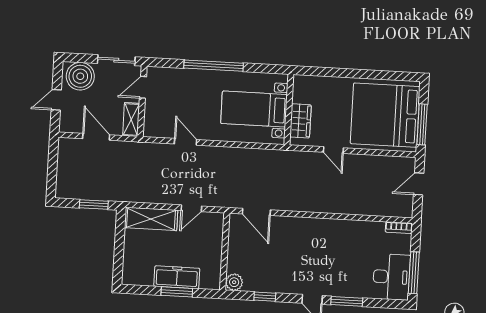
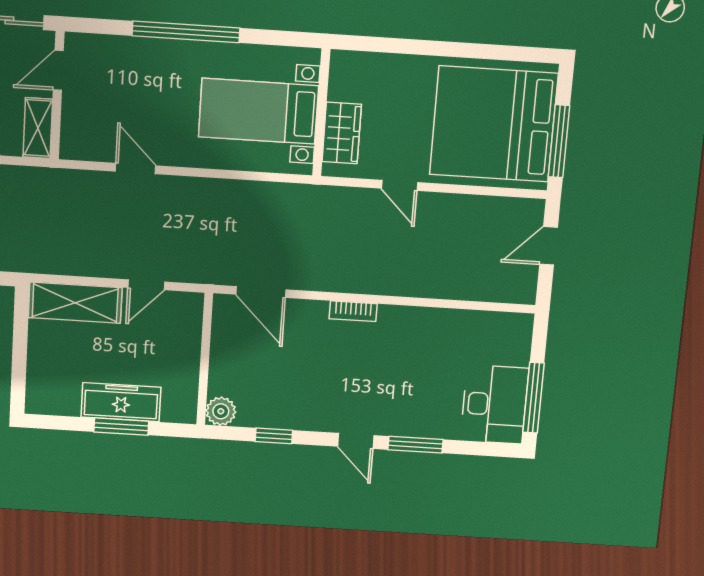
bookcase: (399, 228) -> (353, 311), moved

